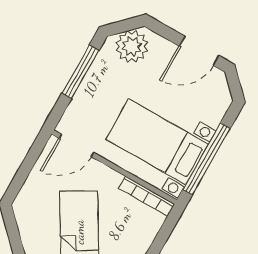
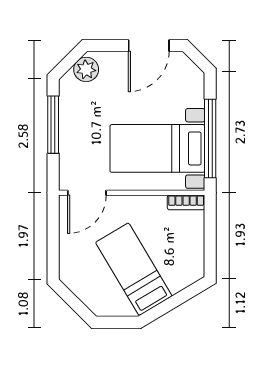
plant: (132, 46) -> (86, 69), width x0.73, depth x0.73
bookcase: (147, 196) -> (186, 202), width x0.64

